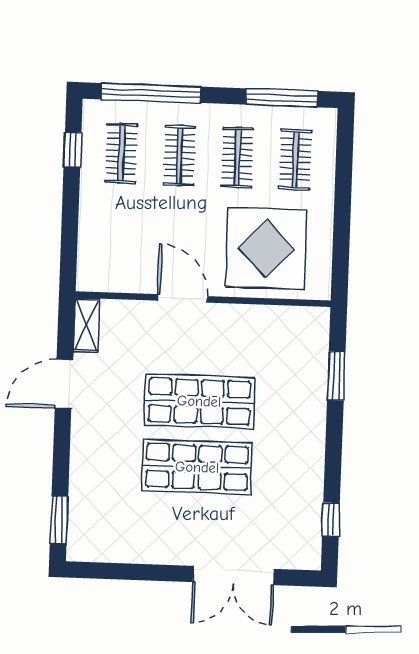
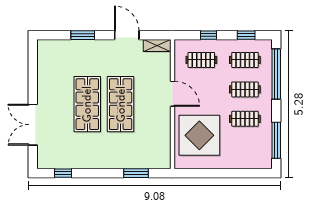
clothes rail: (295, 160) -> (201, 60), moved
window: (70, 223) -> (209, 35), added
door: (183, 298) -> (173, 94), hinge flipped
window: (59, 520) -> (83, 35), moved

